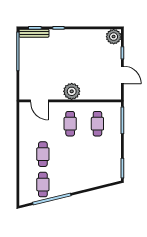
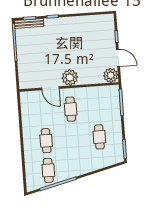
plant: (114, 37) -> (111, 75), moved
door: (39, 101) -> (50, 88), moved
cafe table: (97, 124) -> (99, 137), moved

